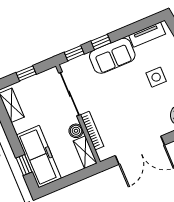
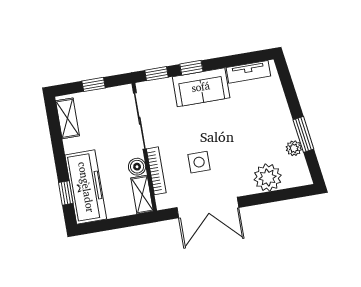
side table: (156, 77) -> (199, 162), moved

